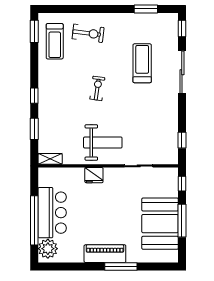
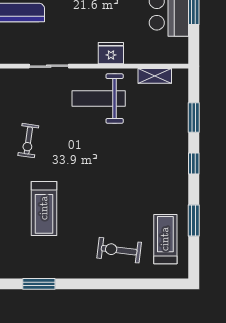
window: (34, 31) -> (194, 221), moved
exercise bike: (97, 88) -> (28, 141), moved
shelving: (50, 159) -> (155, 76), moved

